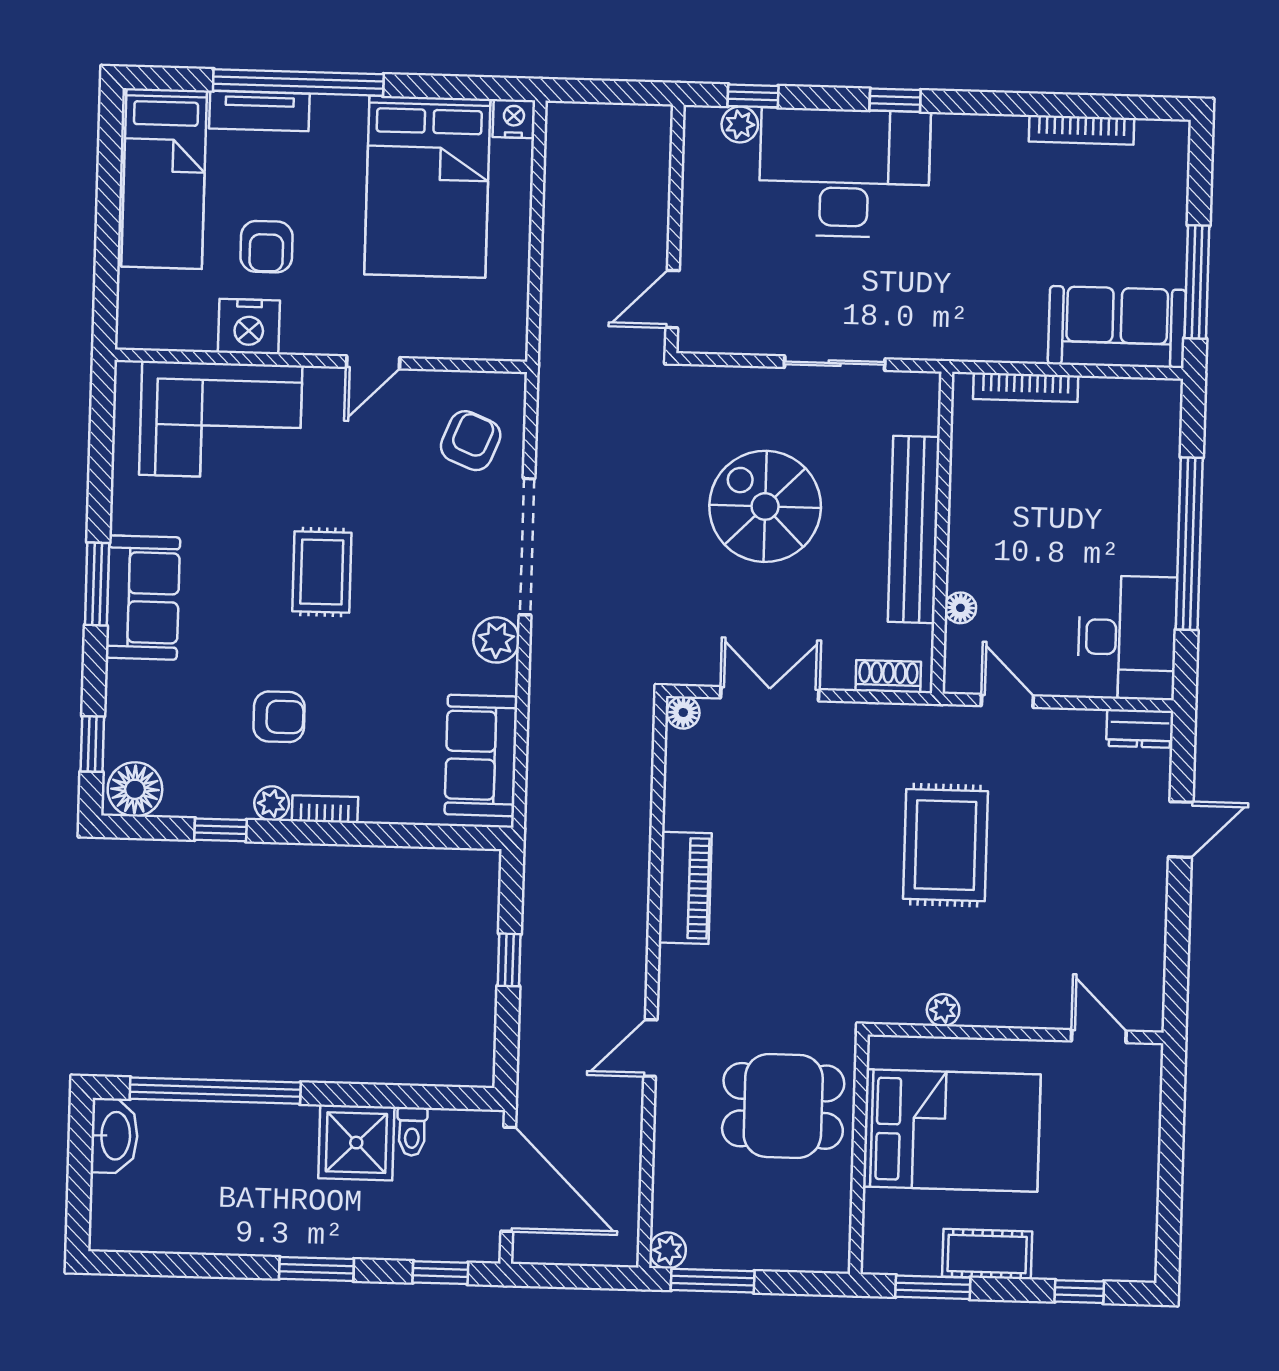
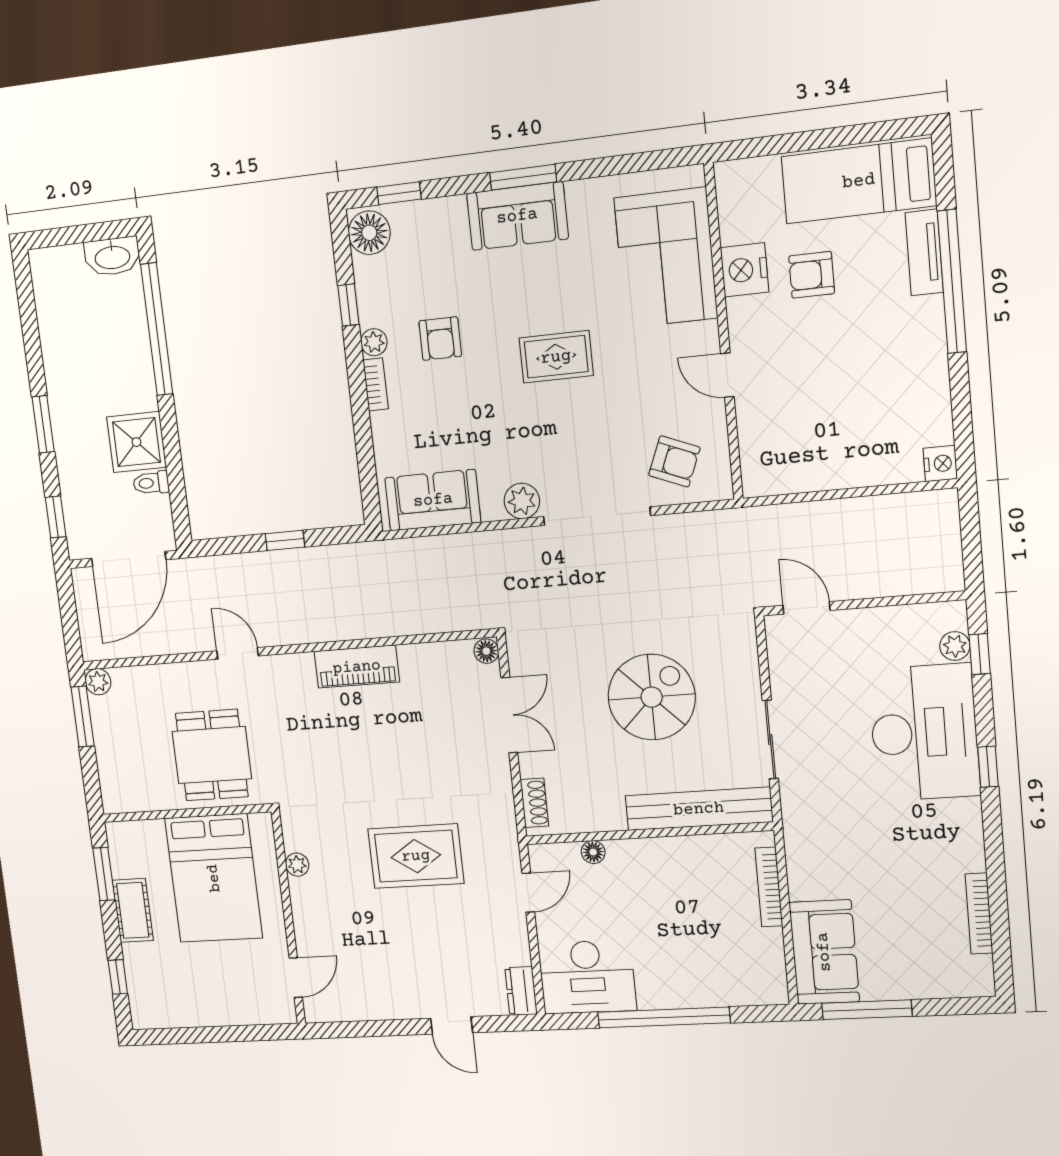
bed: (427, 187) -> (876, 400), removed
bench: (914, 529) -> (699, 809), moved

